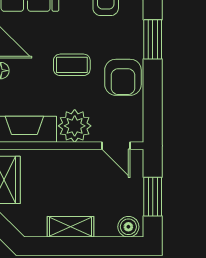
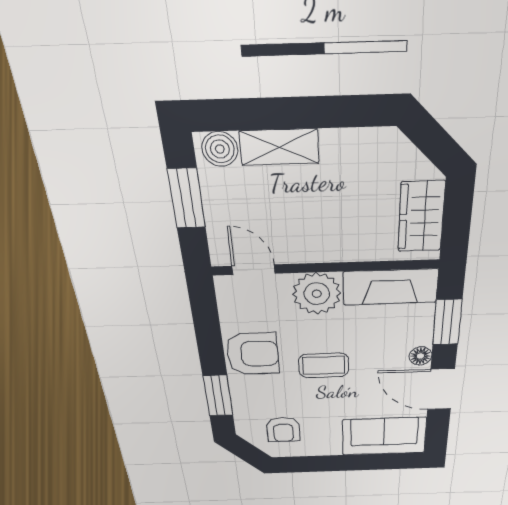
armchair: (123, 77) -> (253, 354), turned 90
shelving: (70, 227) -> (279, 147), moved

